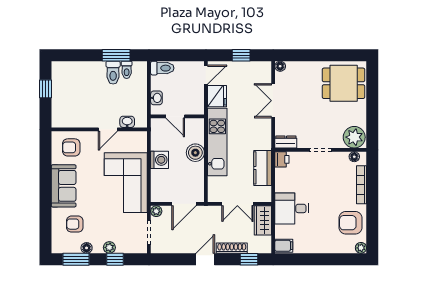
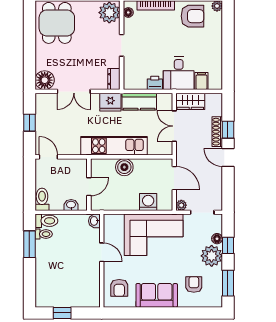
floor lamp: (280, 66) -> (45, 80), width x1.89, depth x1.89
toilet: (113, 73) -> (46, 221), moved
fridge: (217, 96) -> (110, 102), moved, turned 180
washbasin: (127, 122) -> (94, 221), moved
printer: (282, 159) -> (155, 83), moved
washing machine: (160, 160) -> (148, 202), moved
double door: (237, 204) -> (174, 126), swing flipped
armchair: (351, 223) -> (192, 16), turned -90
armchair: (75, 224) -> (194, 284), turned 180
filing cabinet: (284, 246) -> (201, 81), moved
plant: (109, 247) -> (212, 256), width x1.88, depth x1.88
floor lamp: (87, 248) -> (217, 239), moved
window: (249, 259) -> (228, 130), moved

